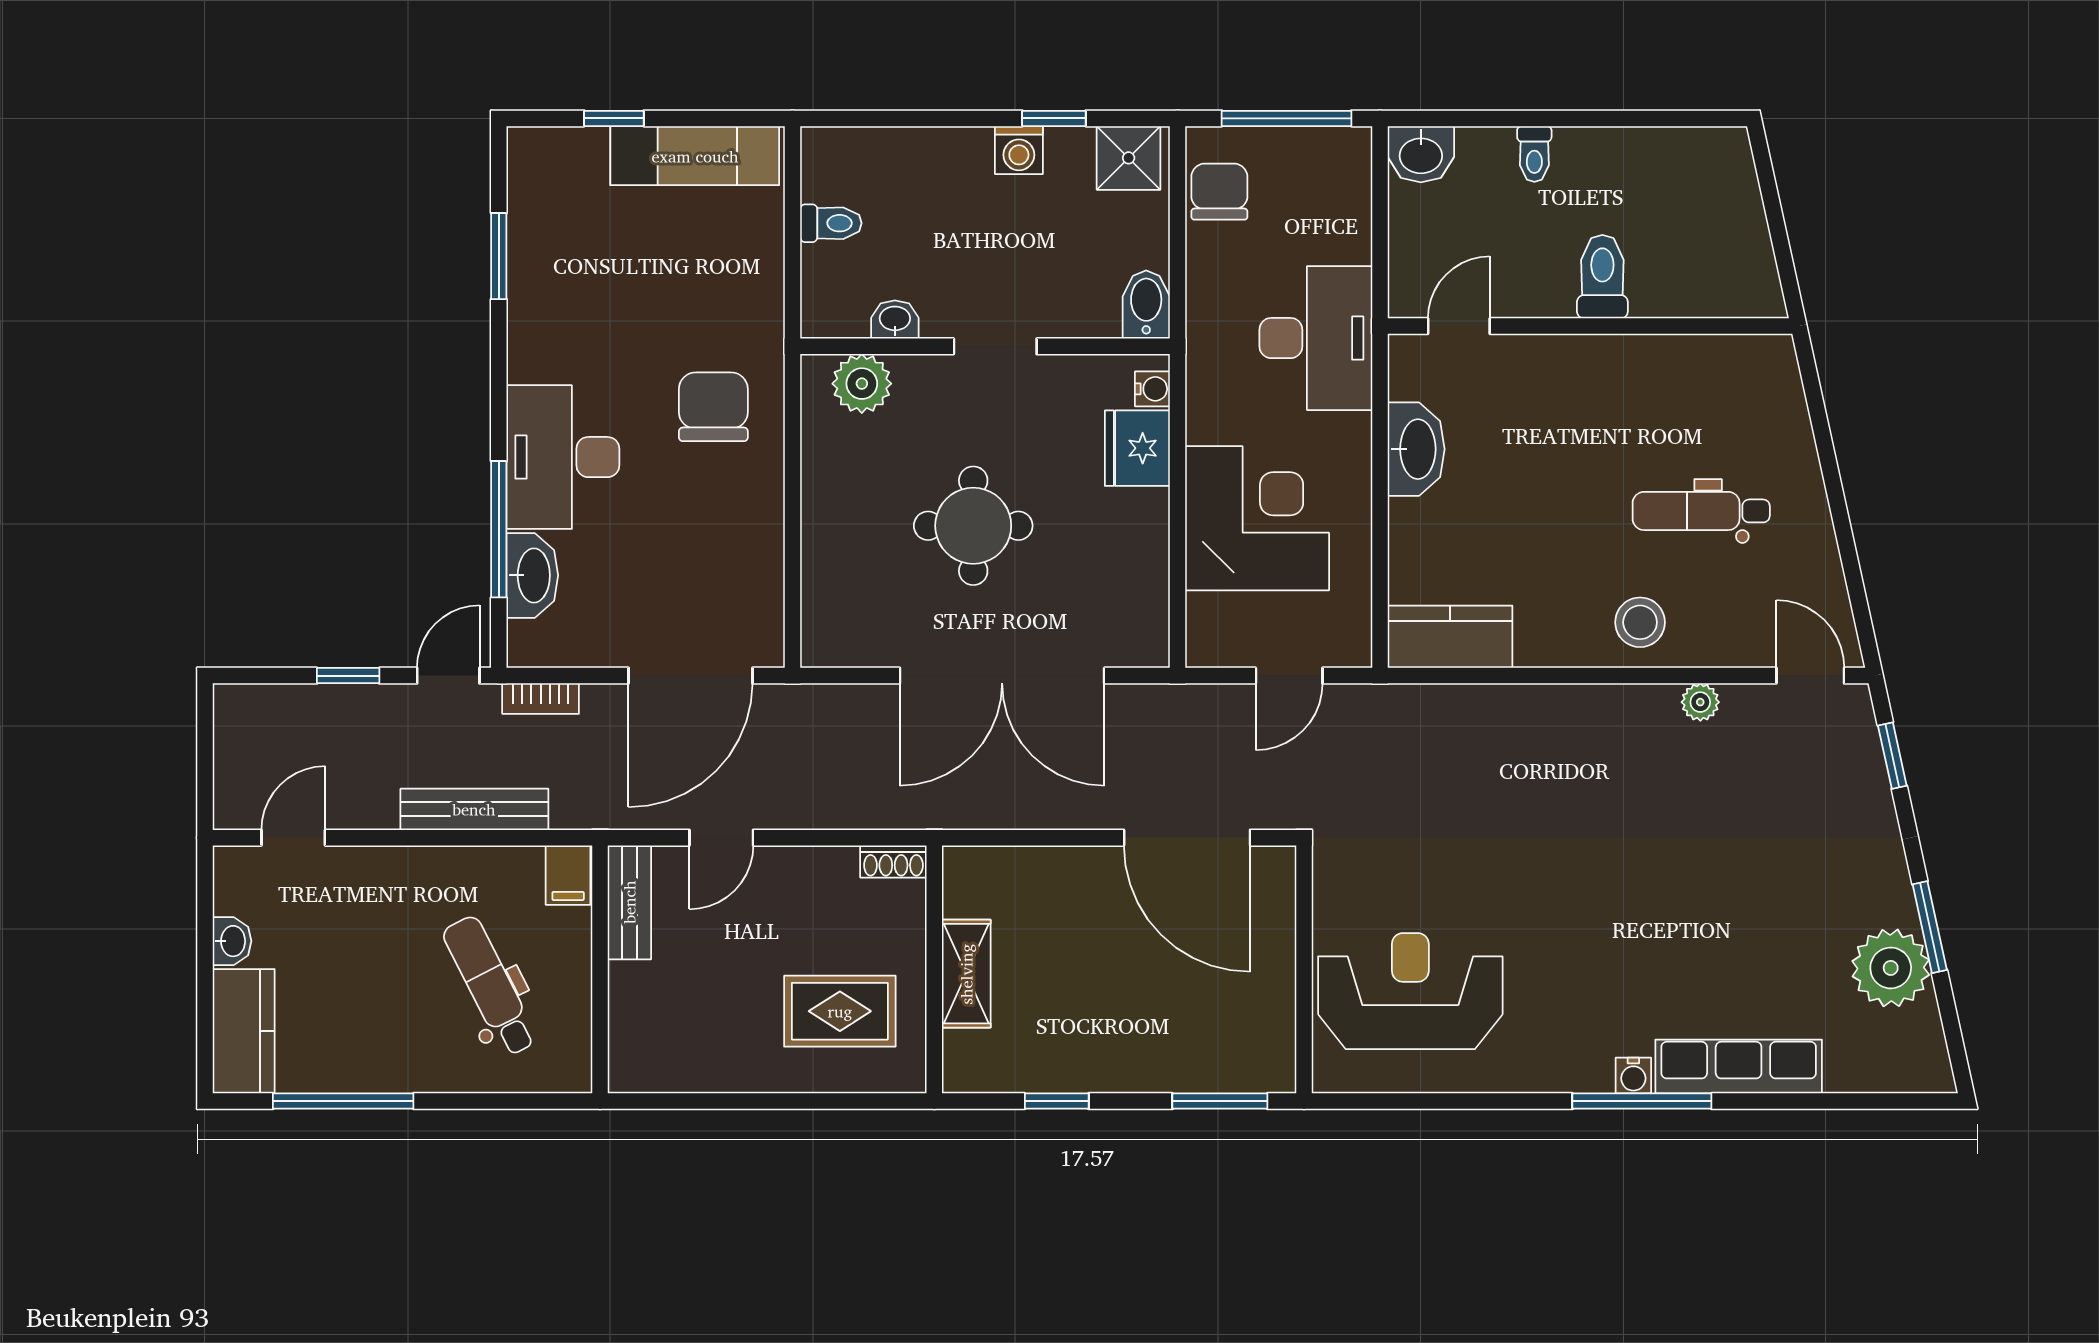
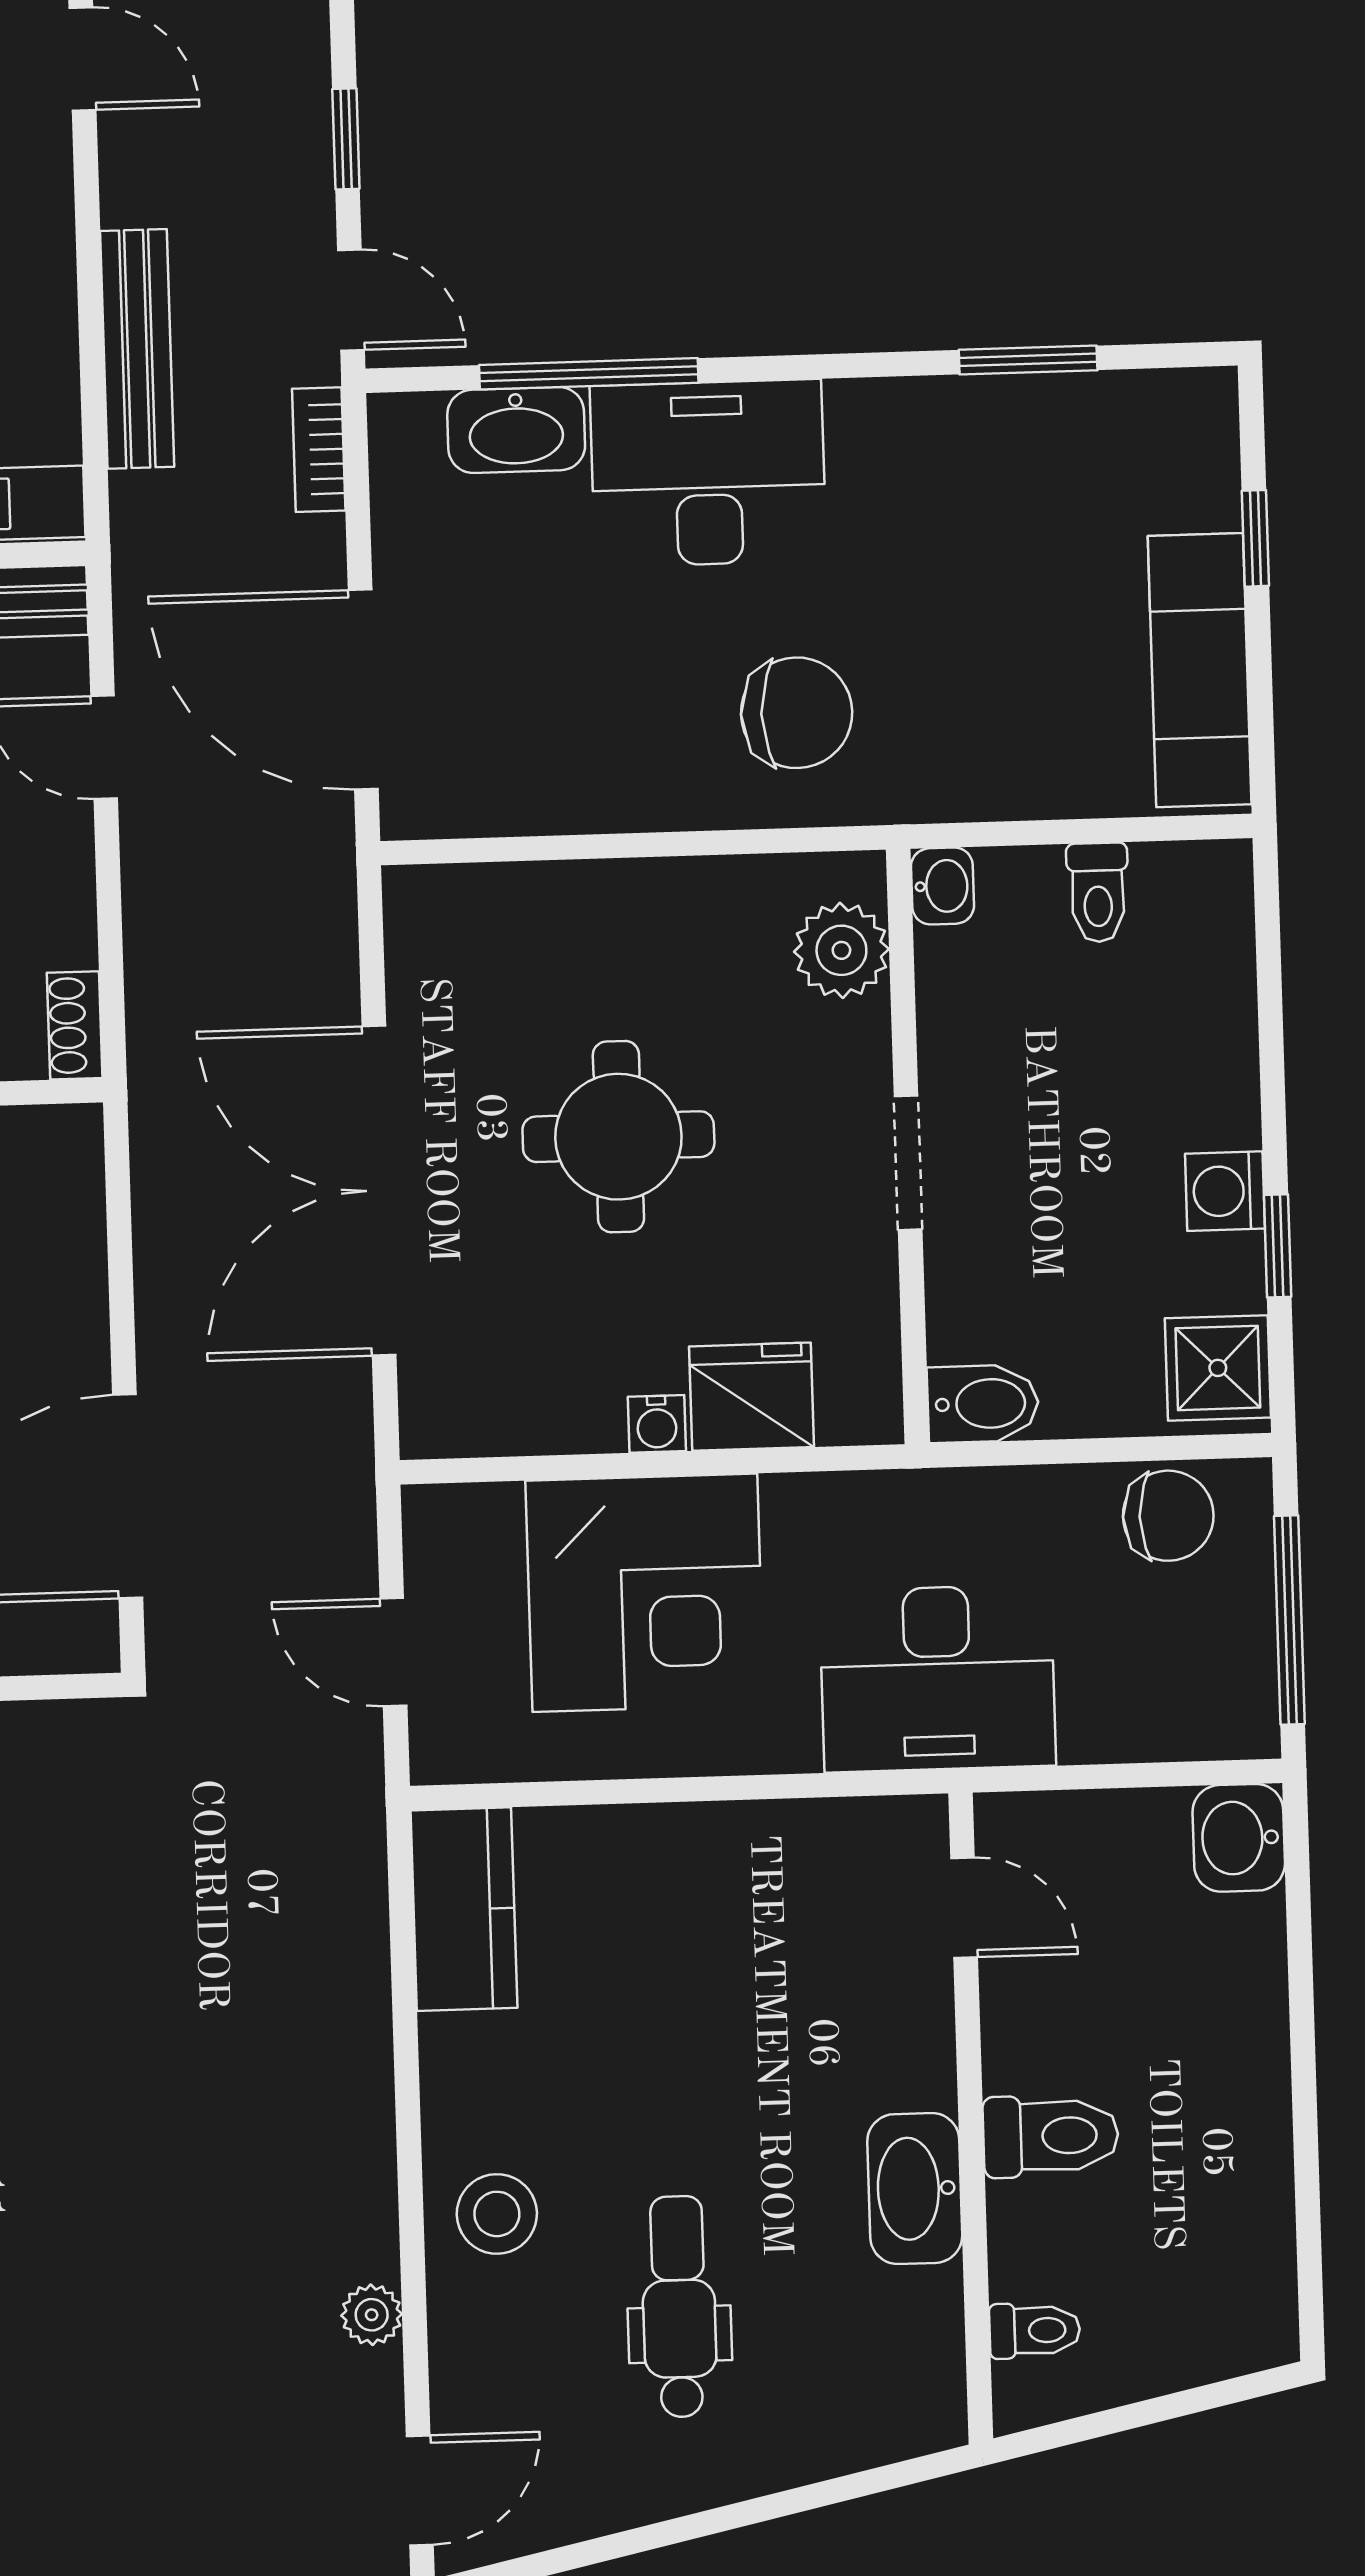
toilet: (1534, 154) -> (1035, 2330), moved, turned 180
washbasin: (895, 320) -> (942, 886), moved
water cooler: (1152, 389) -> (657, 1424), moved
washbasin: (1416, 449) -> (915, 2189), moved, turned 90

